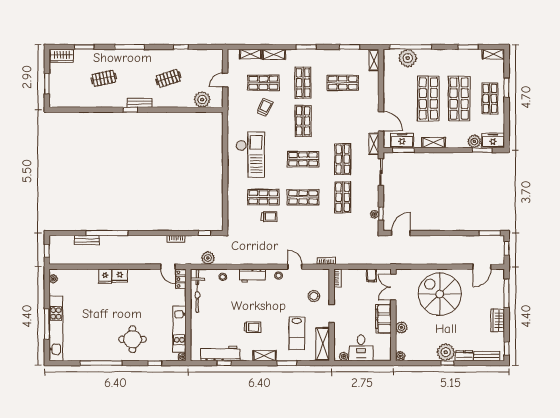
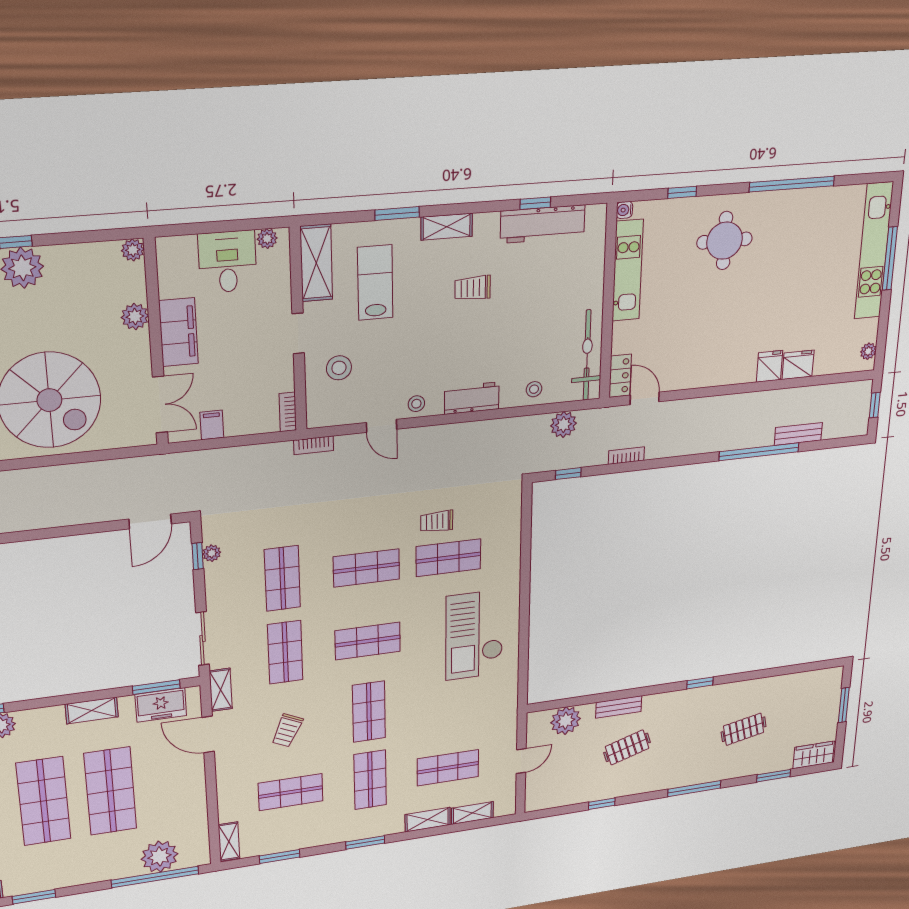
bench: (140, 103) -> (619, 707), moved
trolley: (265, 107) -> (287, 730), moved
fridge: (120, 276) -> (798, 365), moved

